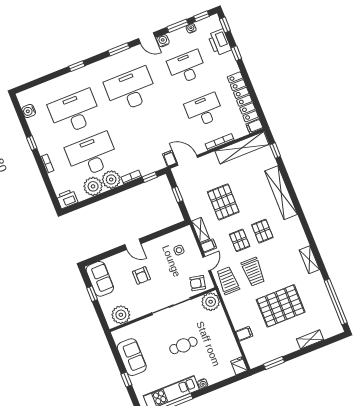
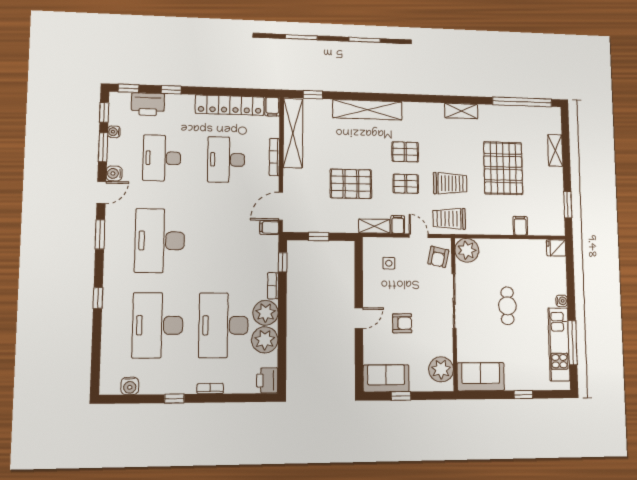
sofa: (132, 357) -> (481, 377), moved

